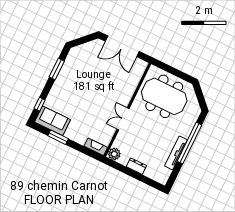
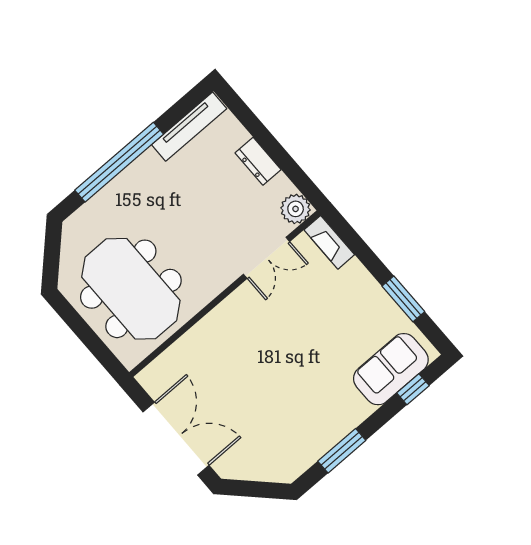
double door: (123, 119) -> (267, 258), moved
sofa: (53, 121) -> (391, 369), moved, turned 90
tv unit: (176, 153) -> (189, 127), moved

